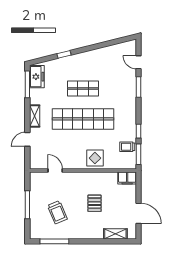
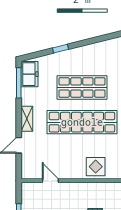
shop shelf: (83, 88) -> (82, 87), width x1.43, depth x1.36

